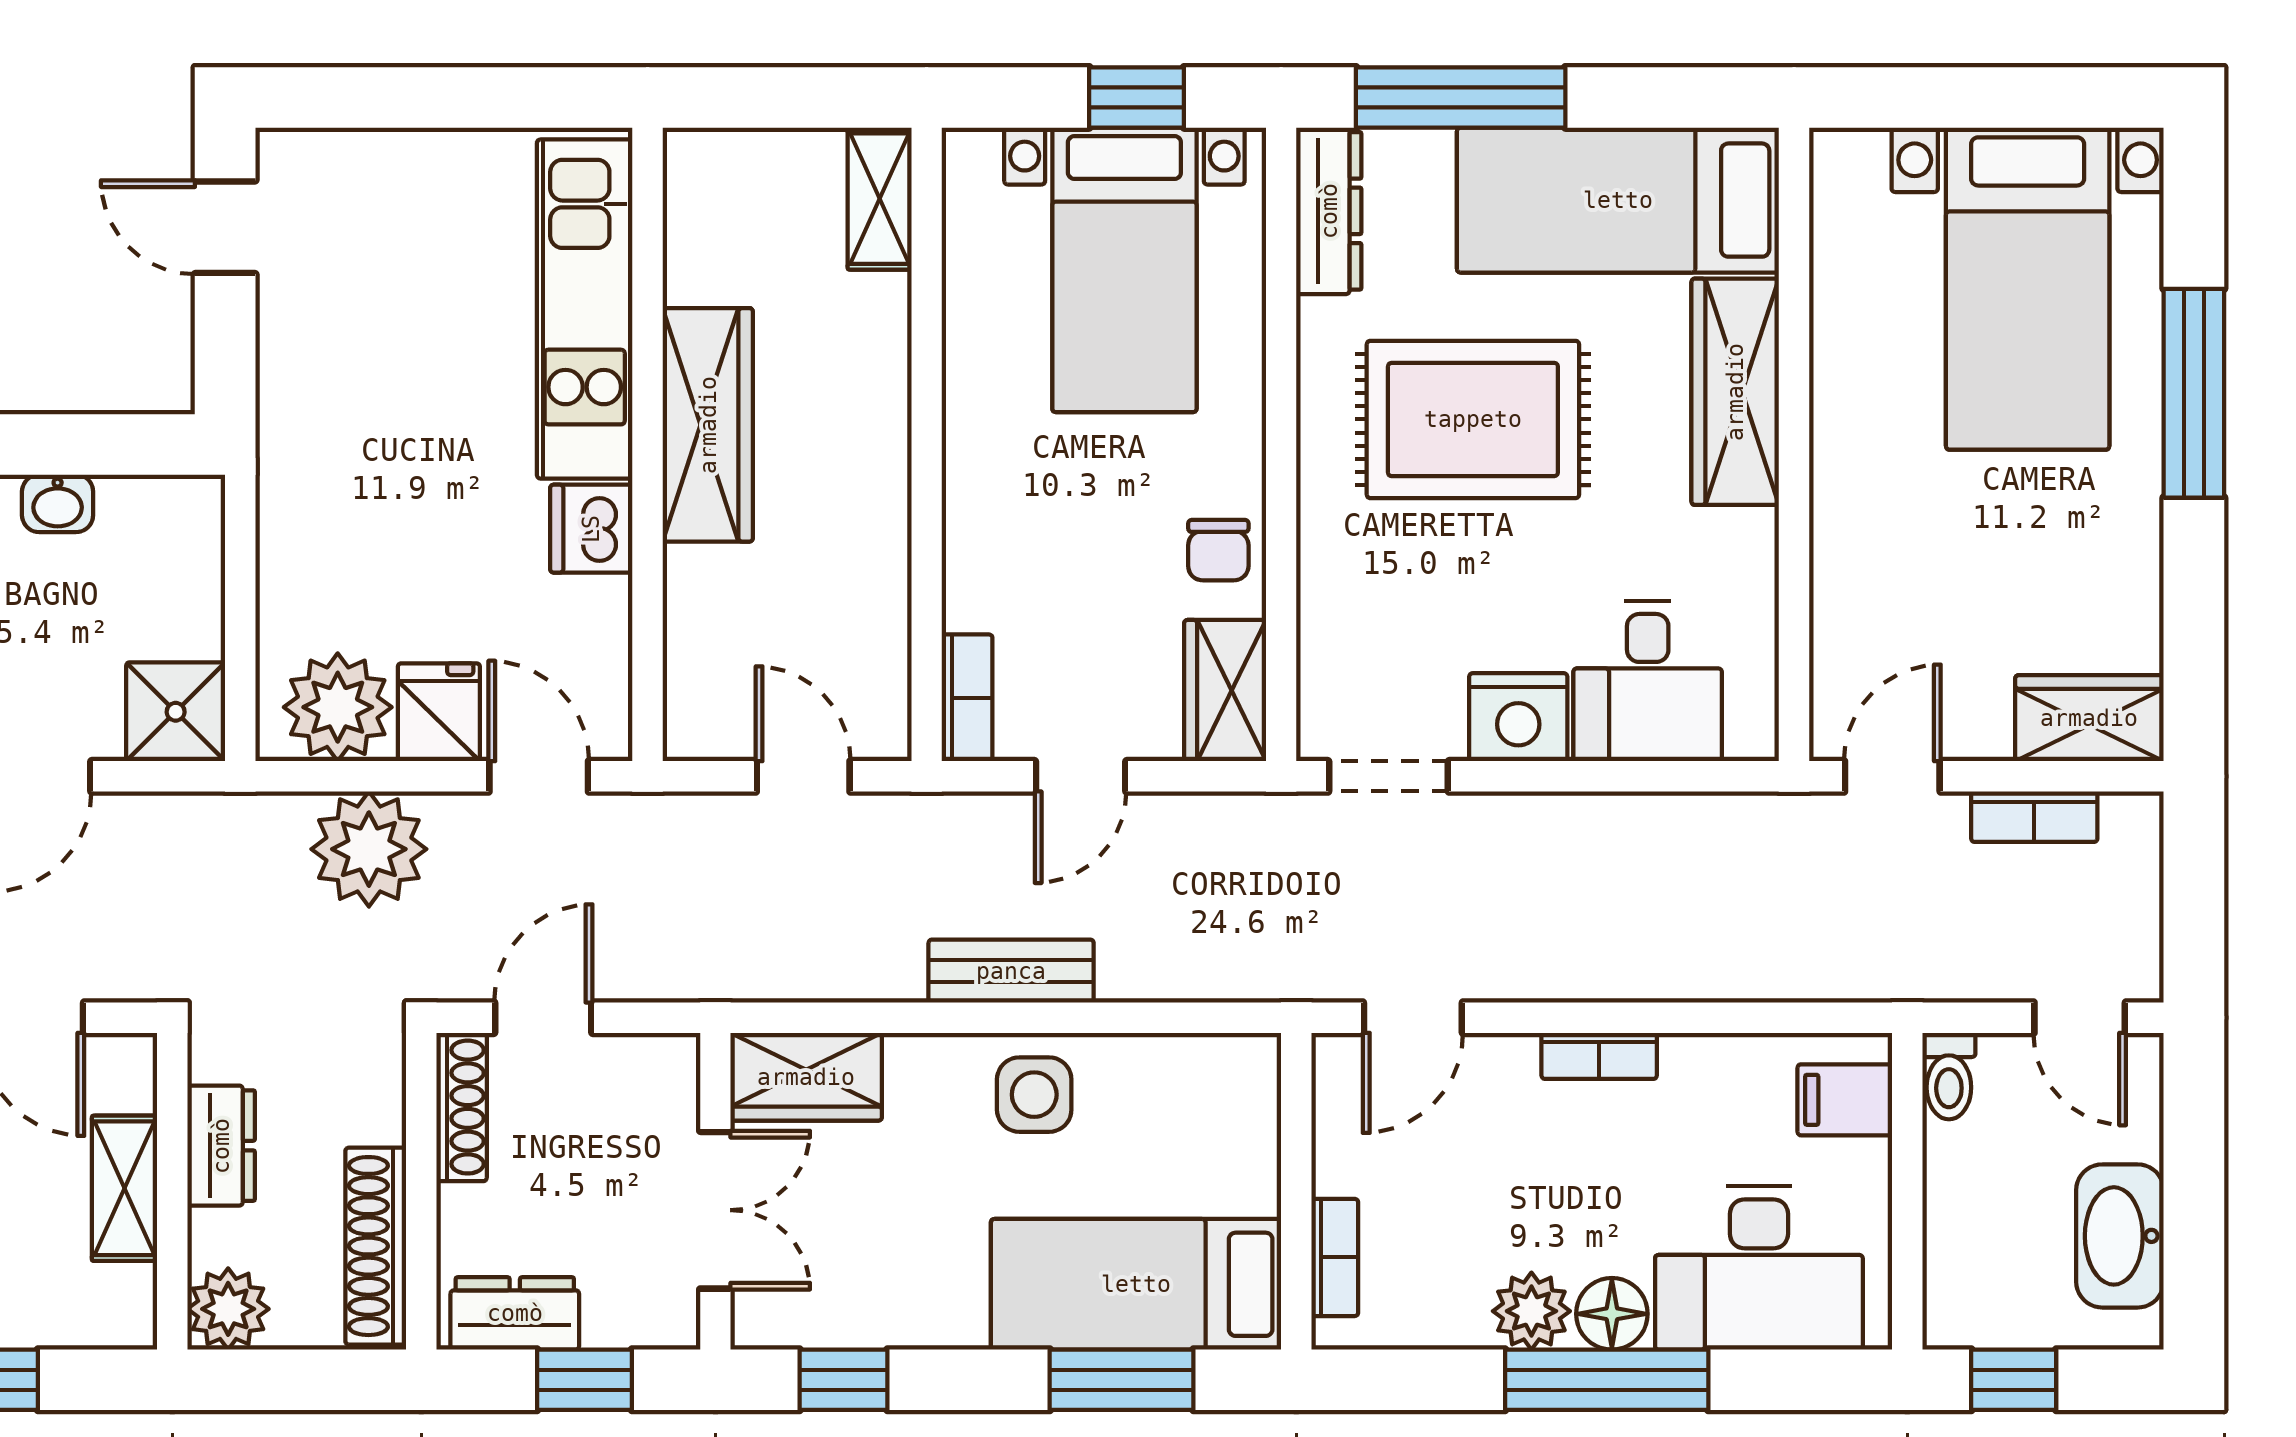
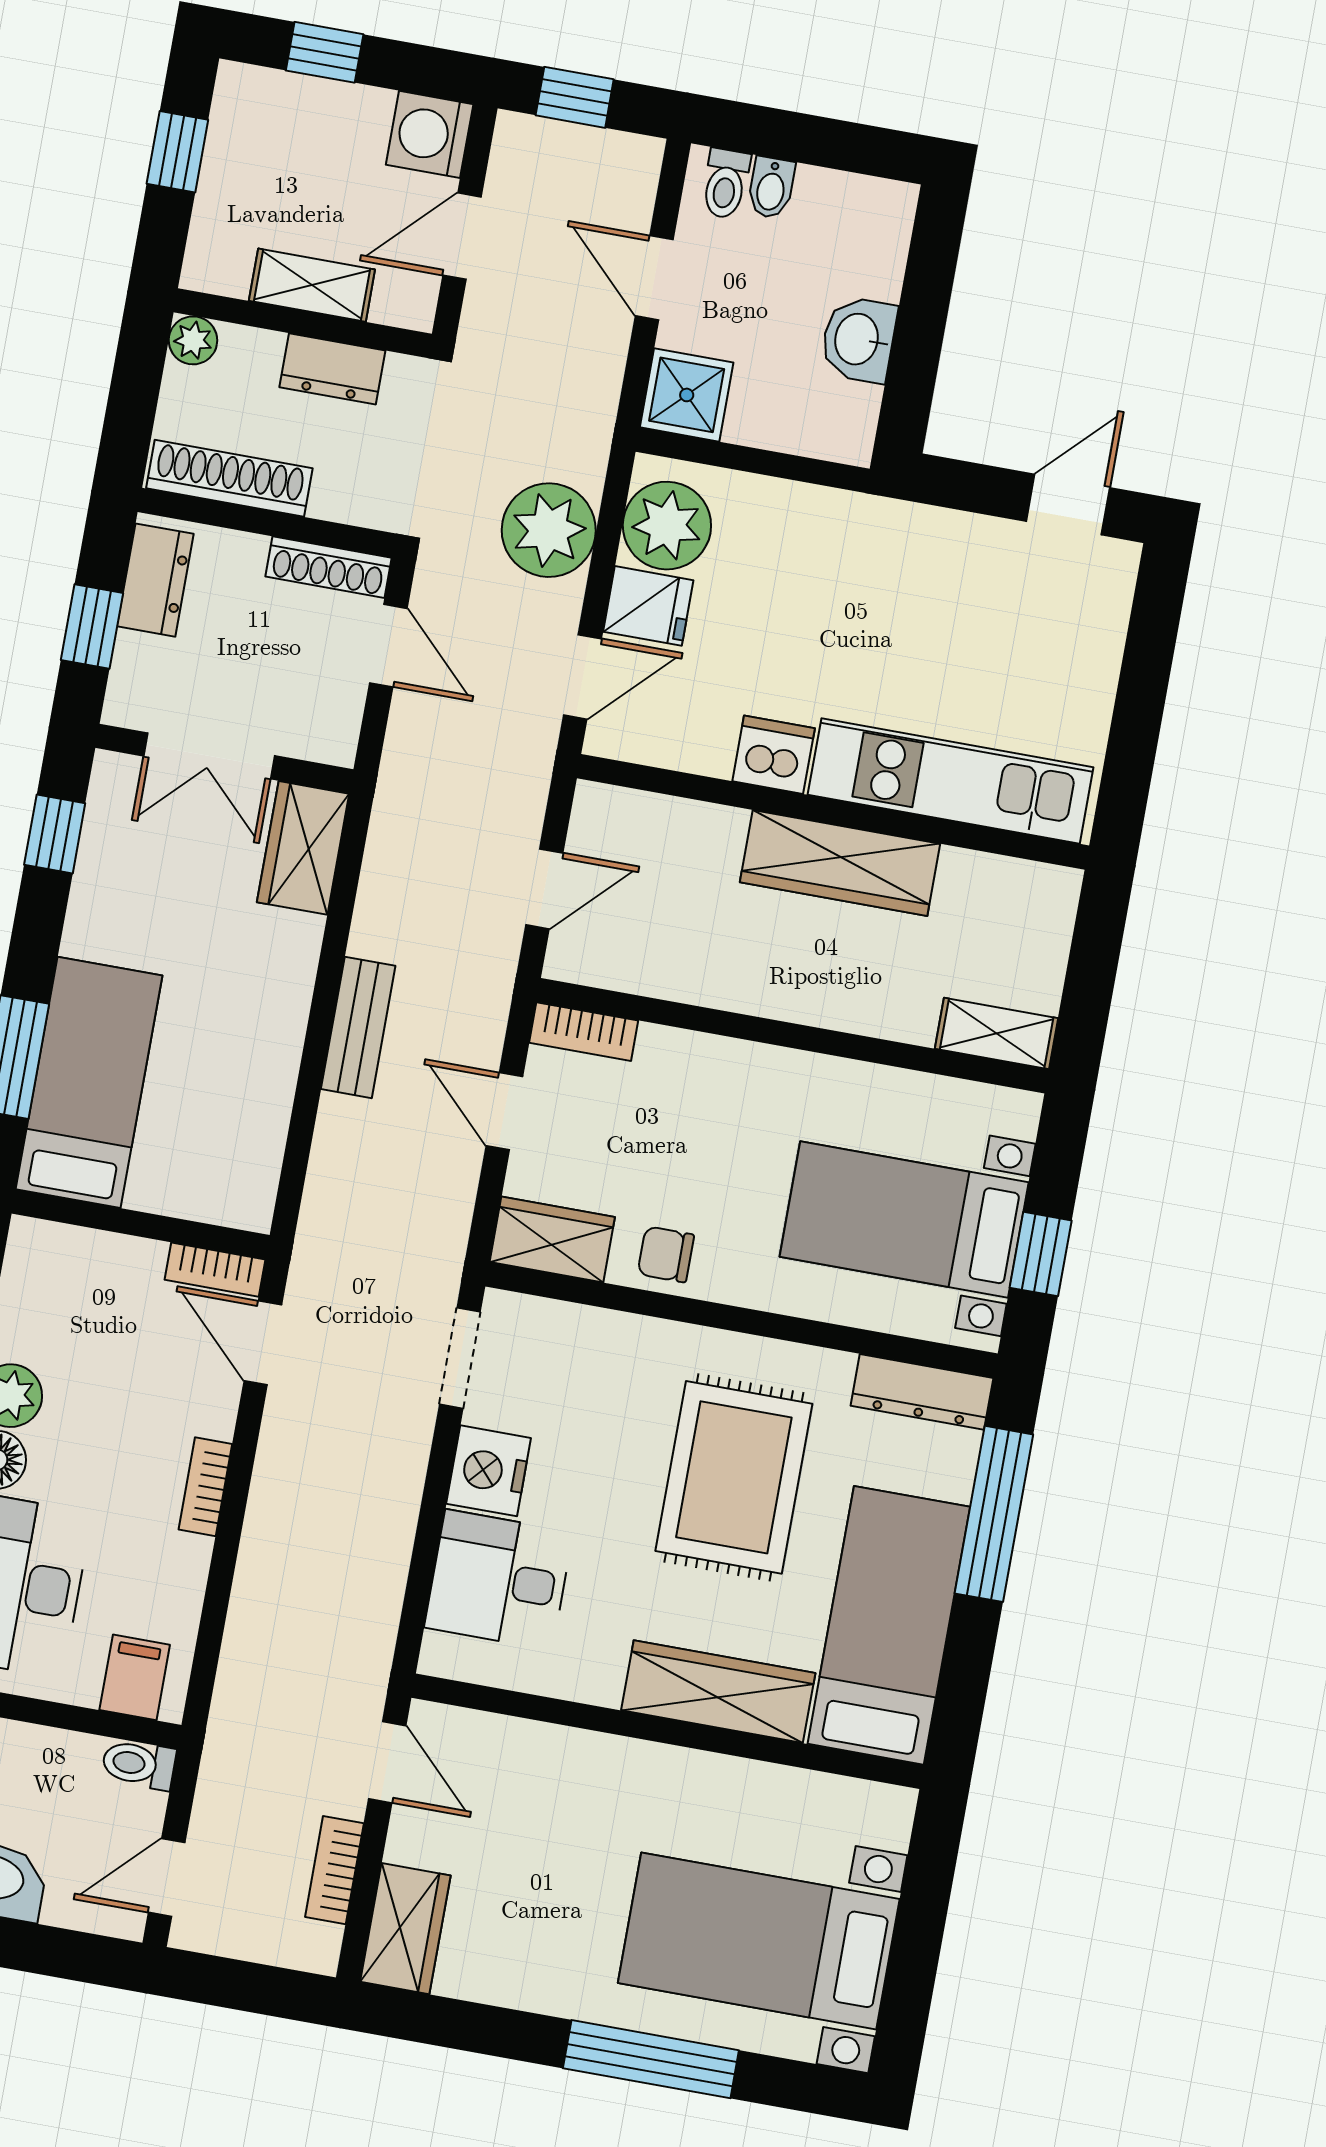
washbasin: (58, 503) -> (859, 339), width x1.38, depth x1.45
side table: (1034, 1095) -> (256, 1028), removed
bookcase: (1335, 1257) -> (215, 1270), moved
plant: (228, 1309) -> (193, 340), width x0.73, depth x0.73

